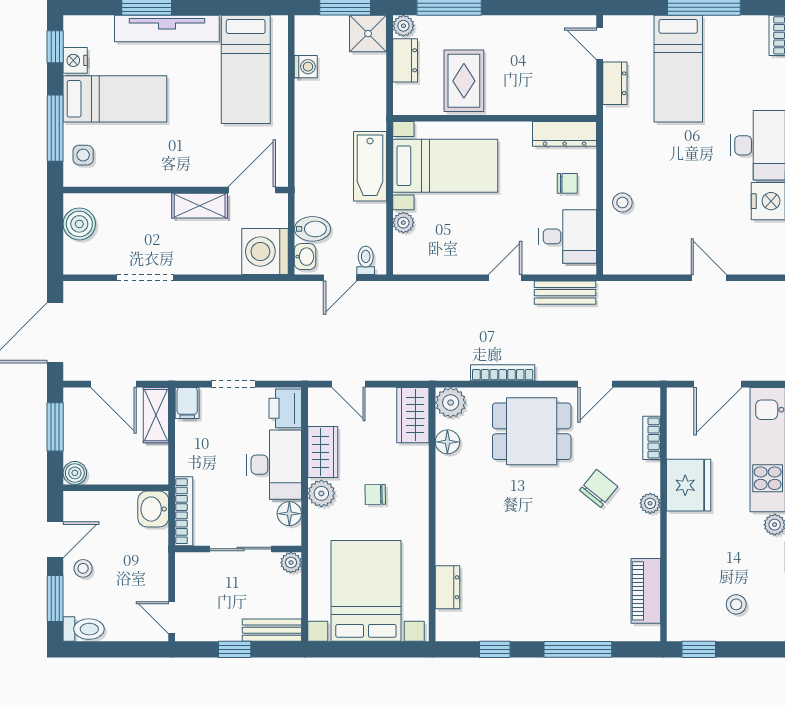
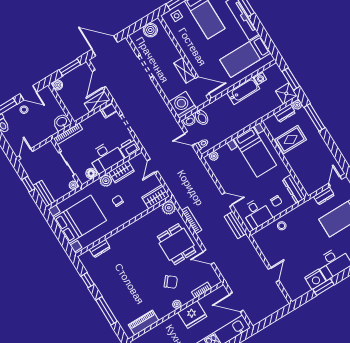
bathtub: (370, 166) -> (243, 91), moved, turned 180
plant: (403, 223) -> (214, 156), moved
floor lamp: (447, 442) -> (154, 216), removed

